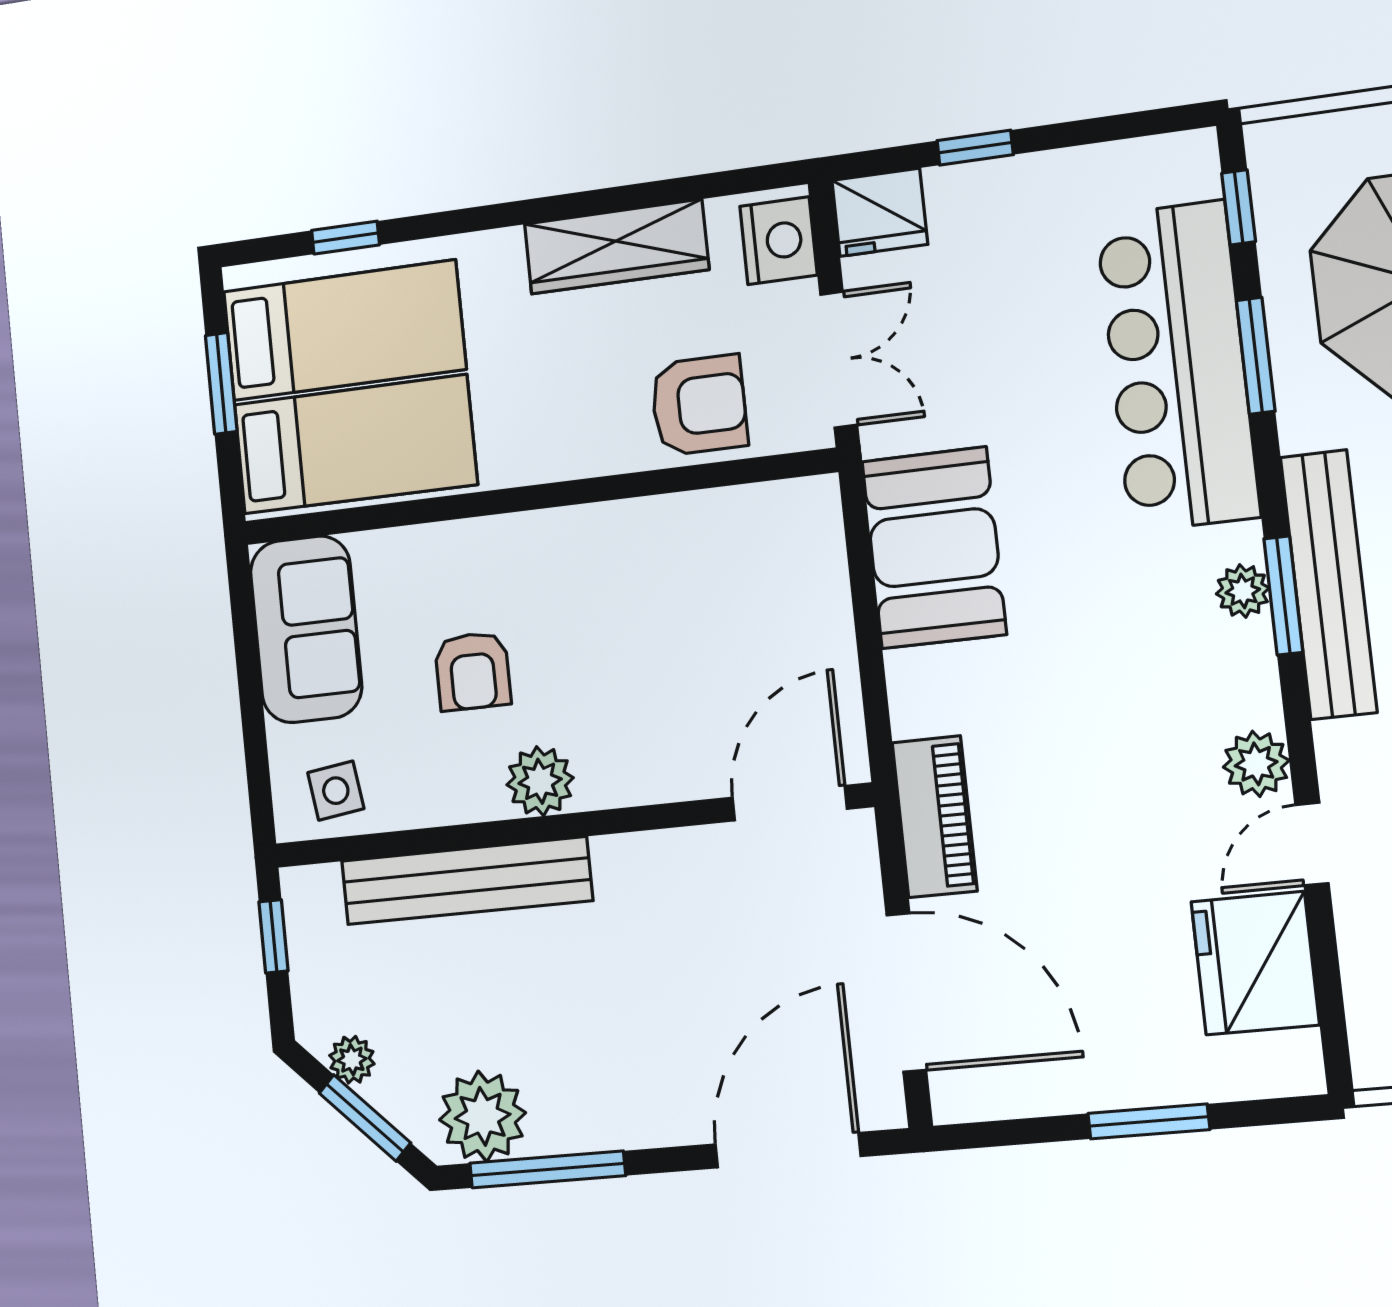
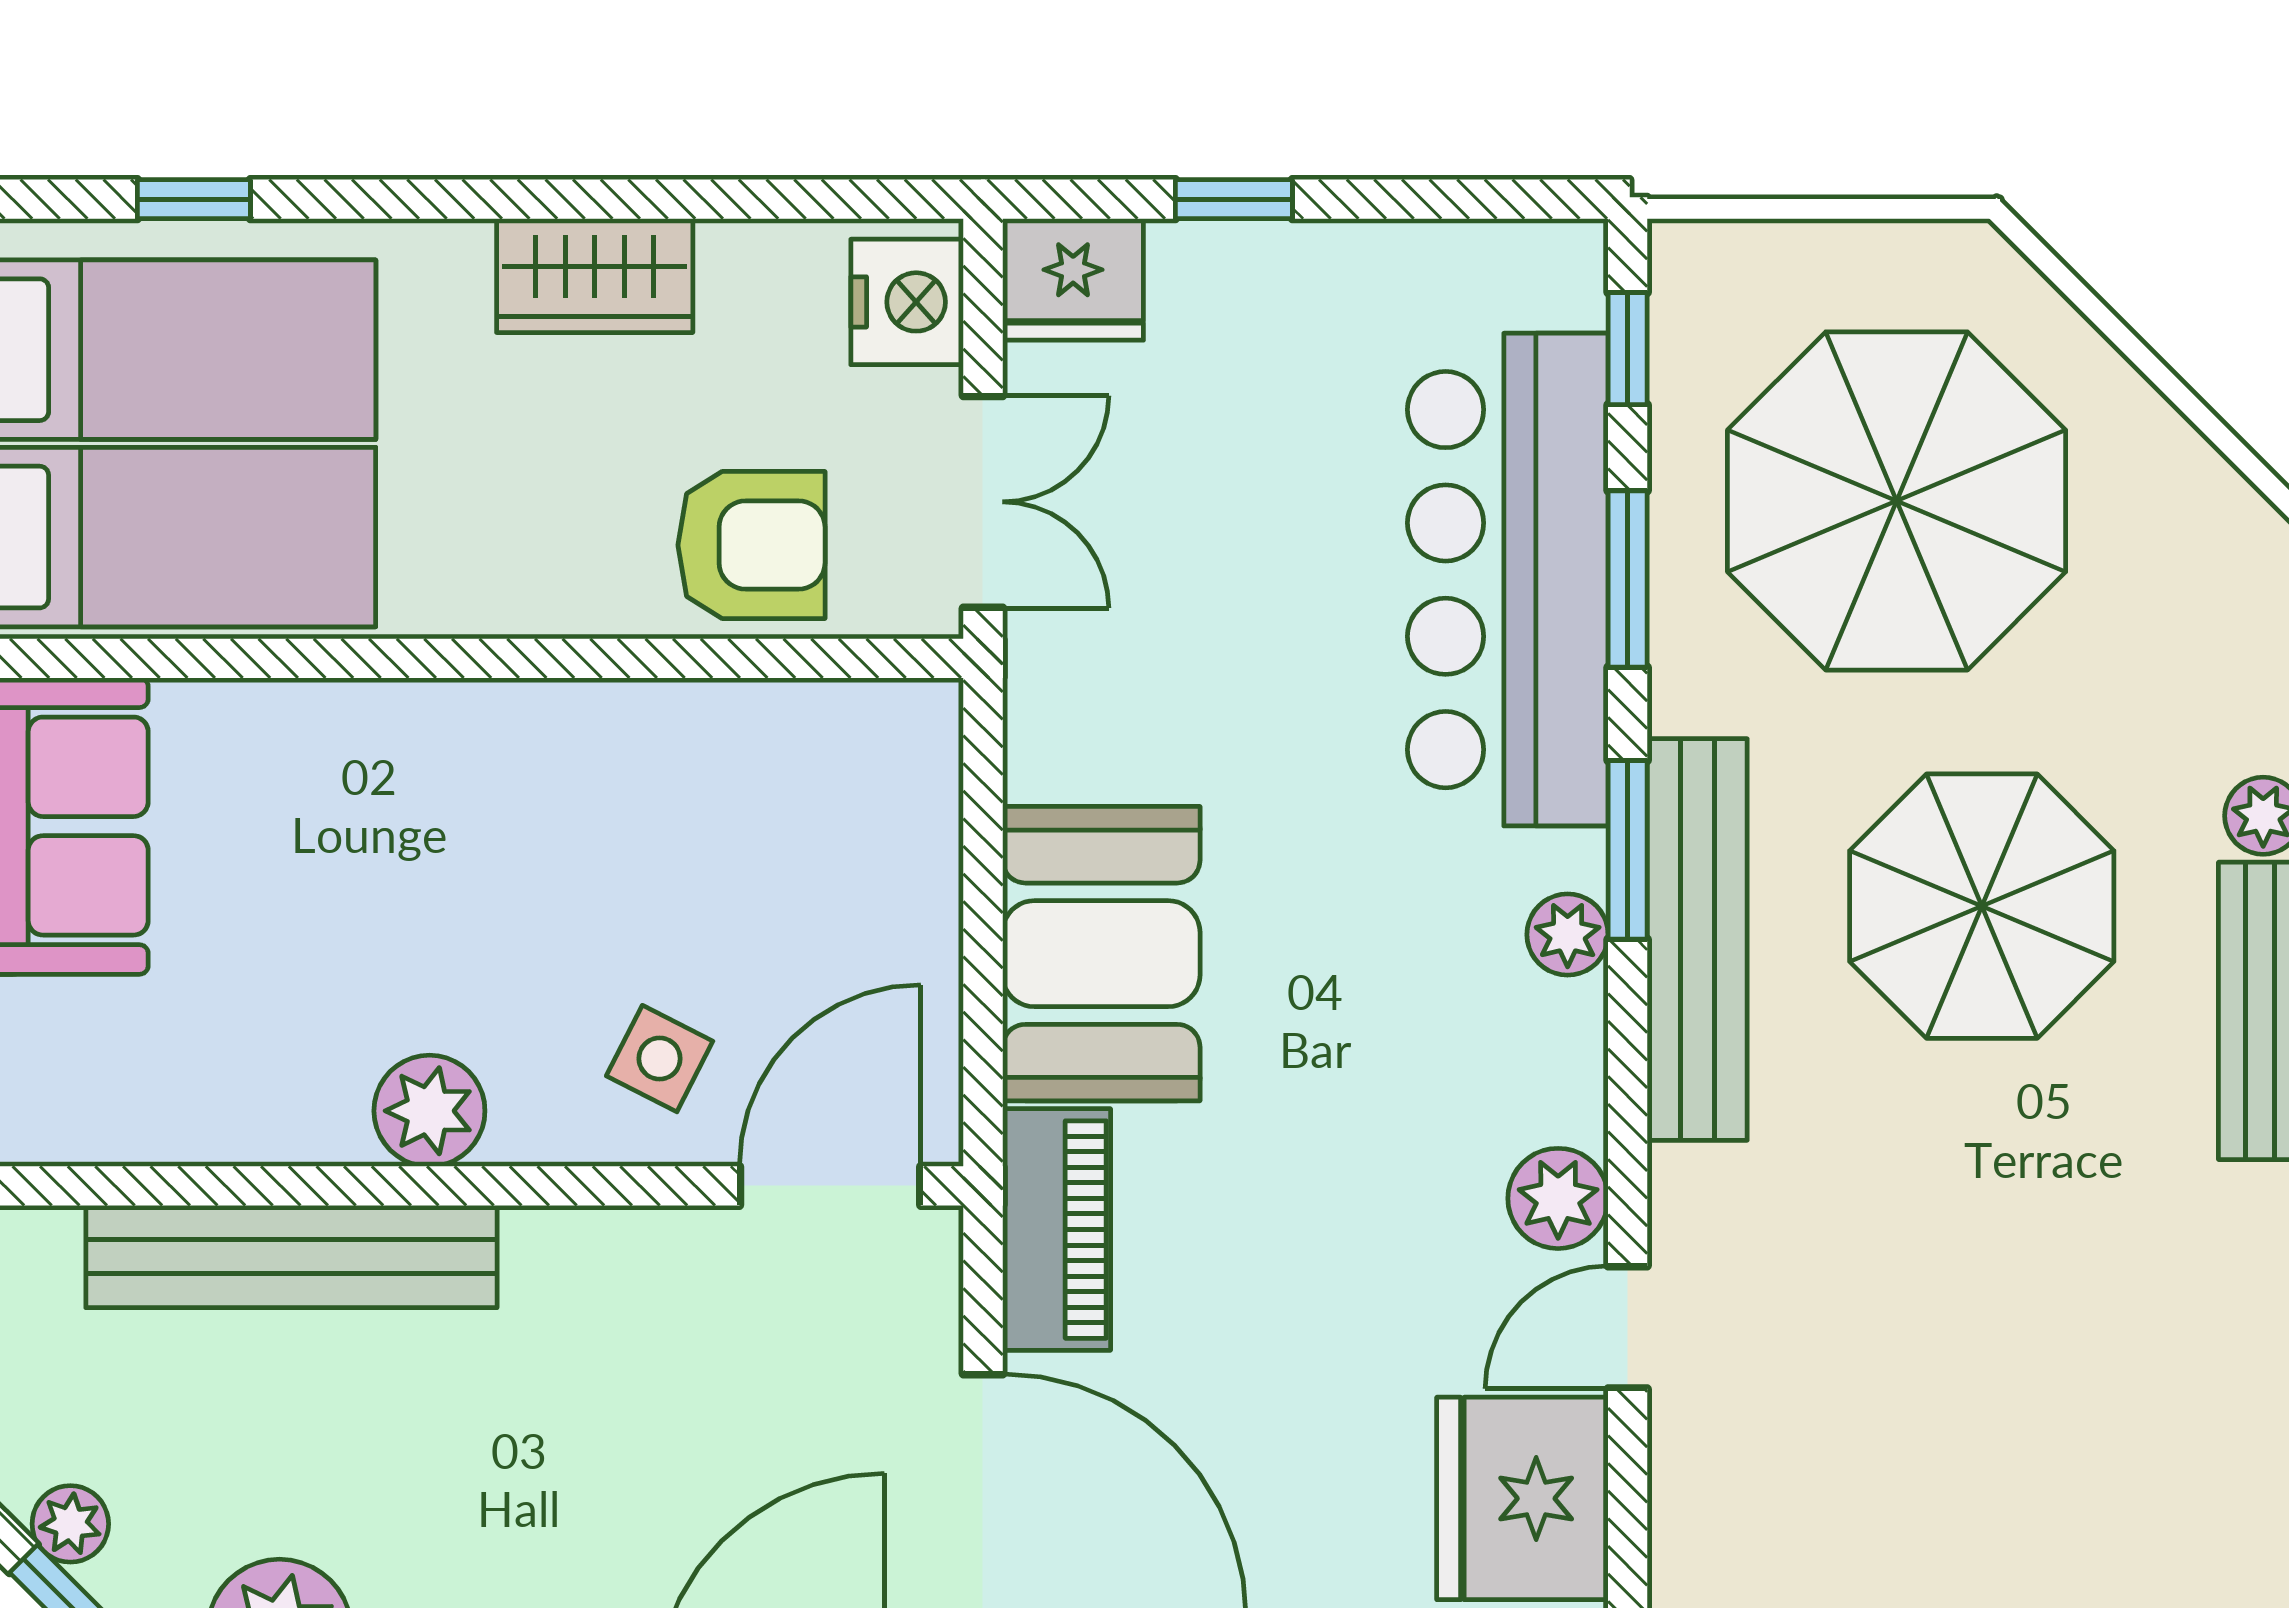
wardrobe: (616, 247) -> (595, 276), width x0.67
booth: (934, 548) -> (1101, 954), moved
window: (1283, 595) -> (1628, 850), moved
armchair: (473, 671) -> (336, 924), removed
side table: (336, 791) -> (660, 1059), moved, turned 35

